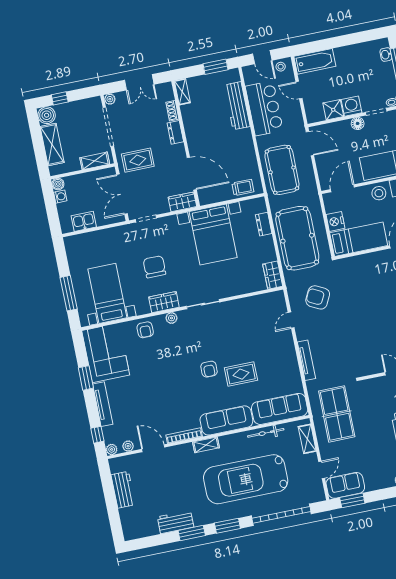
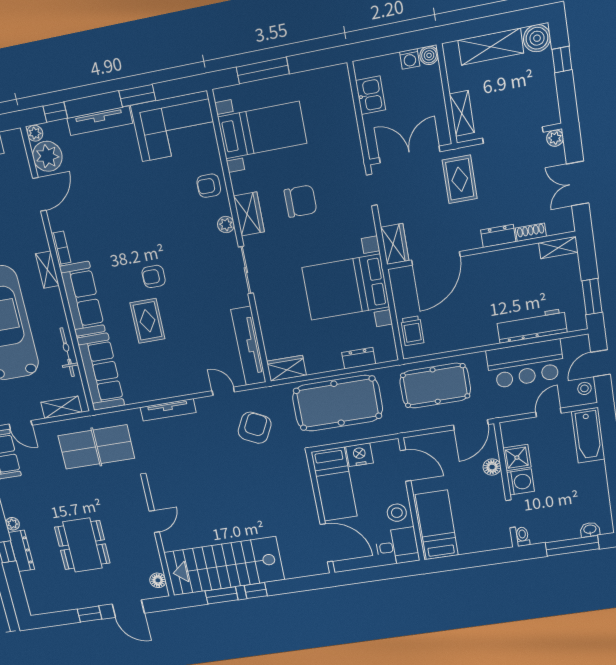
floor lamp: (358, 123) -> (492, 467), moved
tv unit: (257, 302) -> (248, 346), added
bookcase: (184, 436) -> (61, 248), width x0.64
plant: (128, 446) -> (47, 156), width x1.87, depth x1.87

